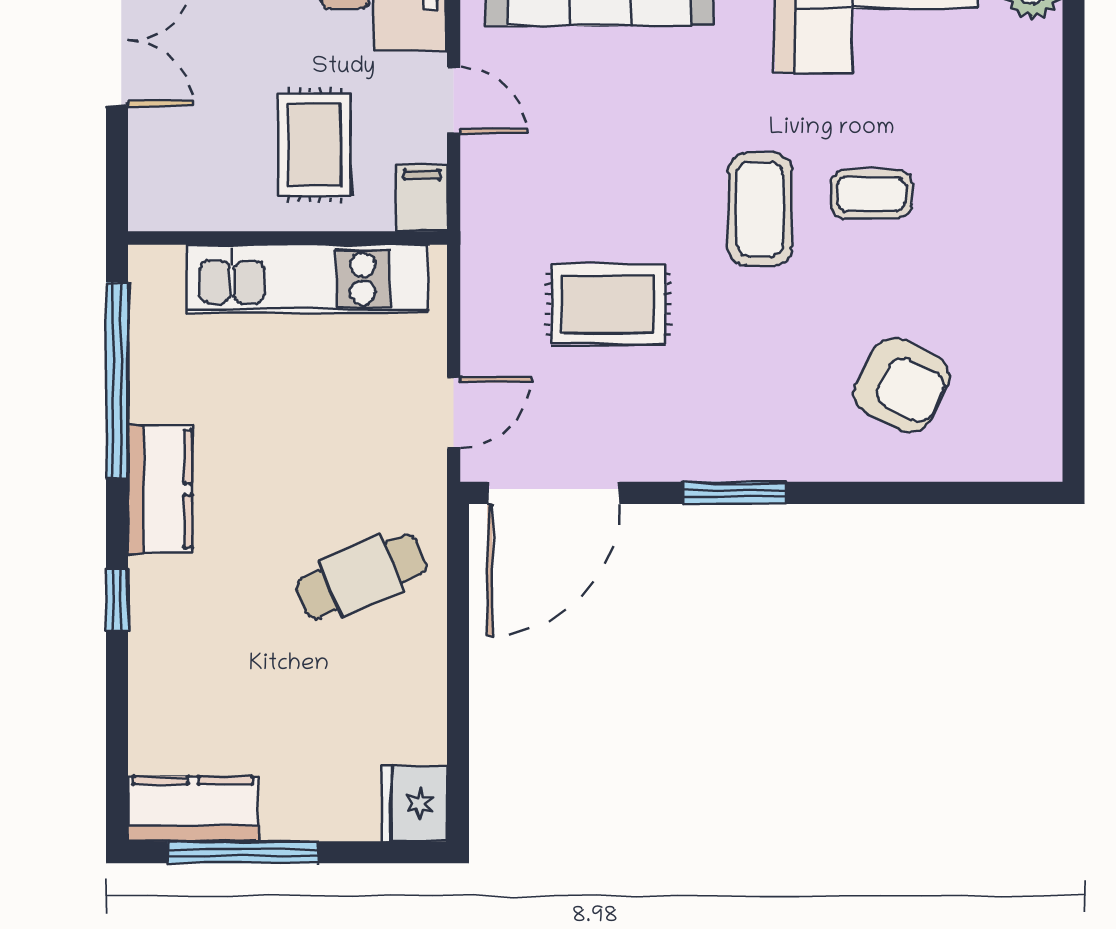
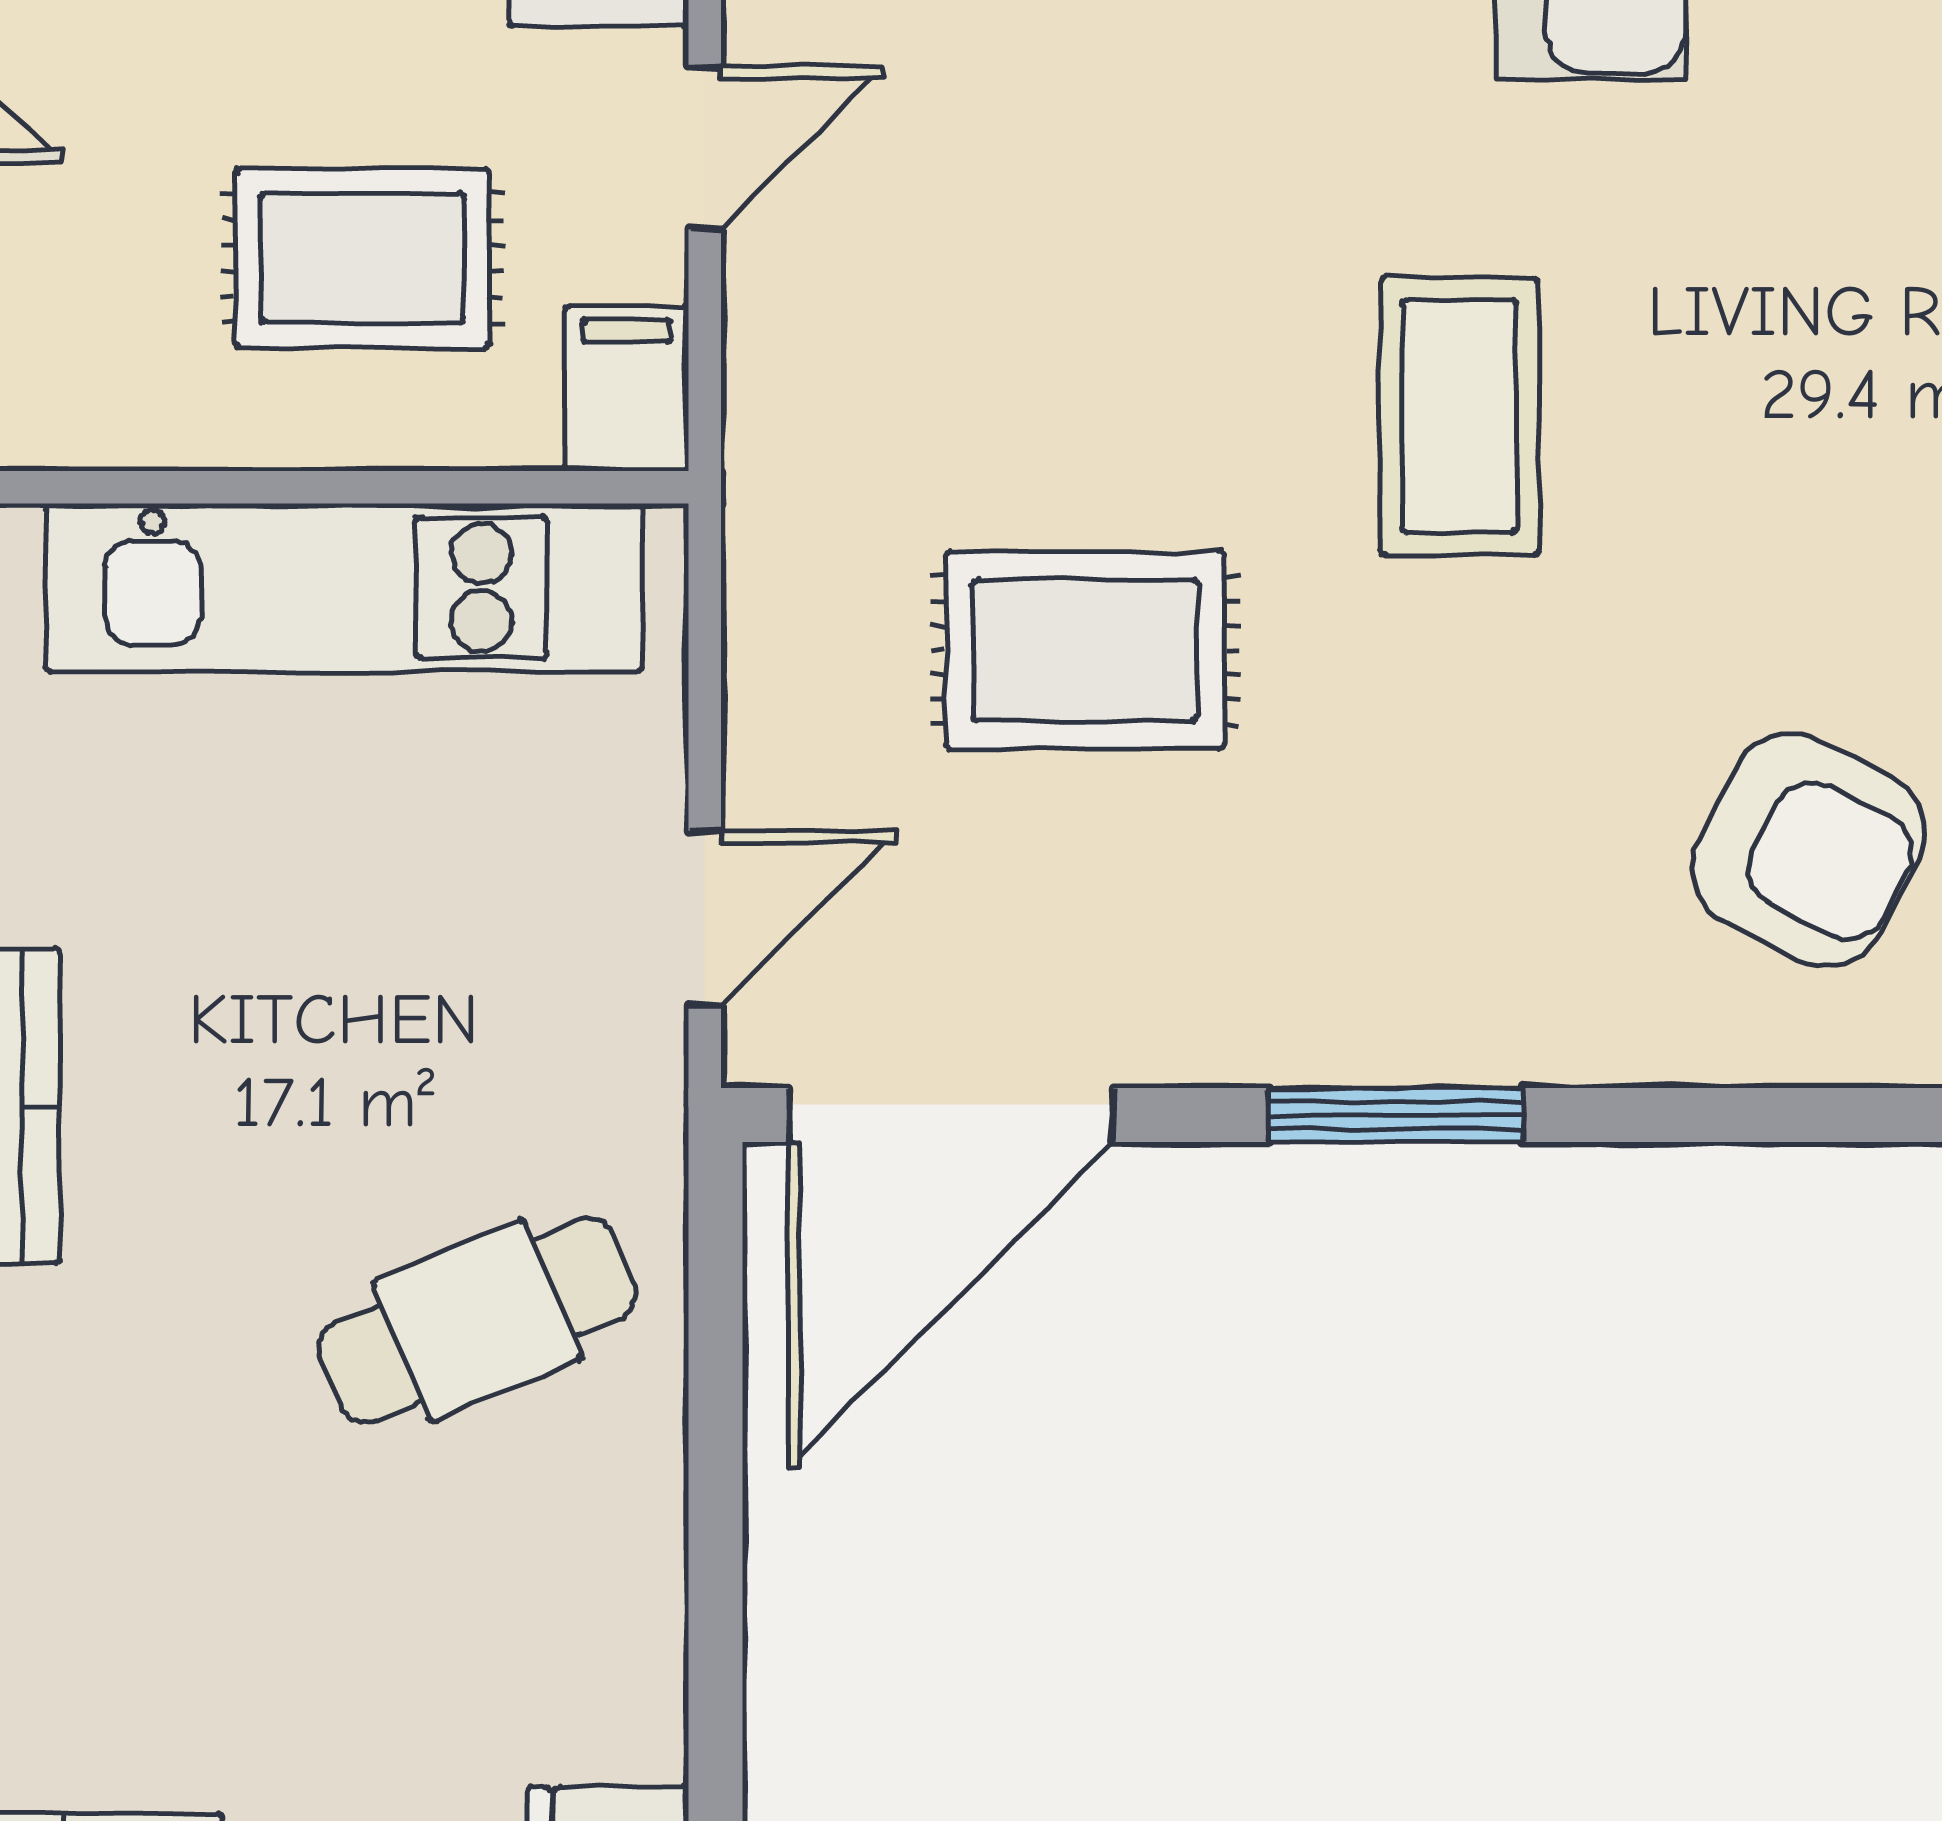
door: (454, 100) -> (705, 148), hinge flipped
rug: (315, 145) -> (362, 258), turned 90
coffee table: (871, 194) -> (1733, 378), removed

